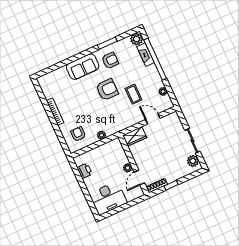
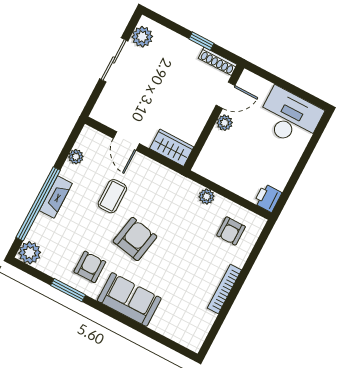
fireplace: (146, 55) -> (56, 197), moved
armchair: (110, 60) -> (90, 267), turned 90
armchair: (107, 90) -> (135, 239), turned 101
printer: (85, 171) -> (268, 198), moved

